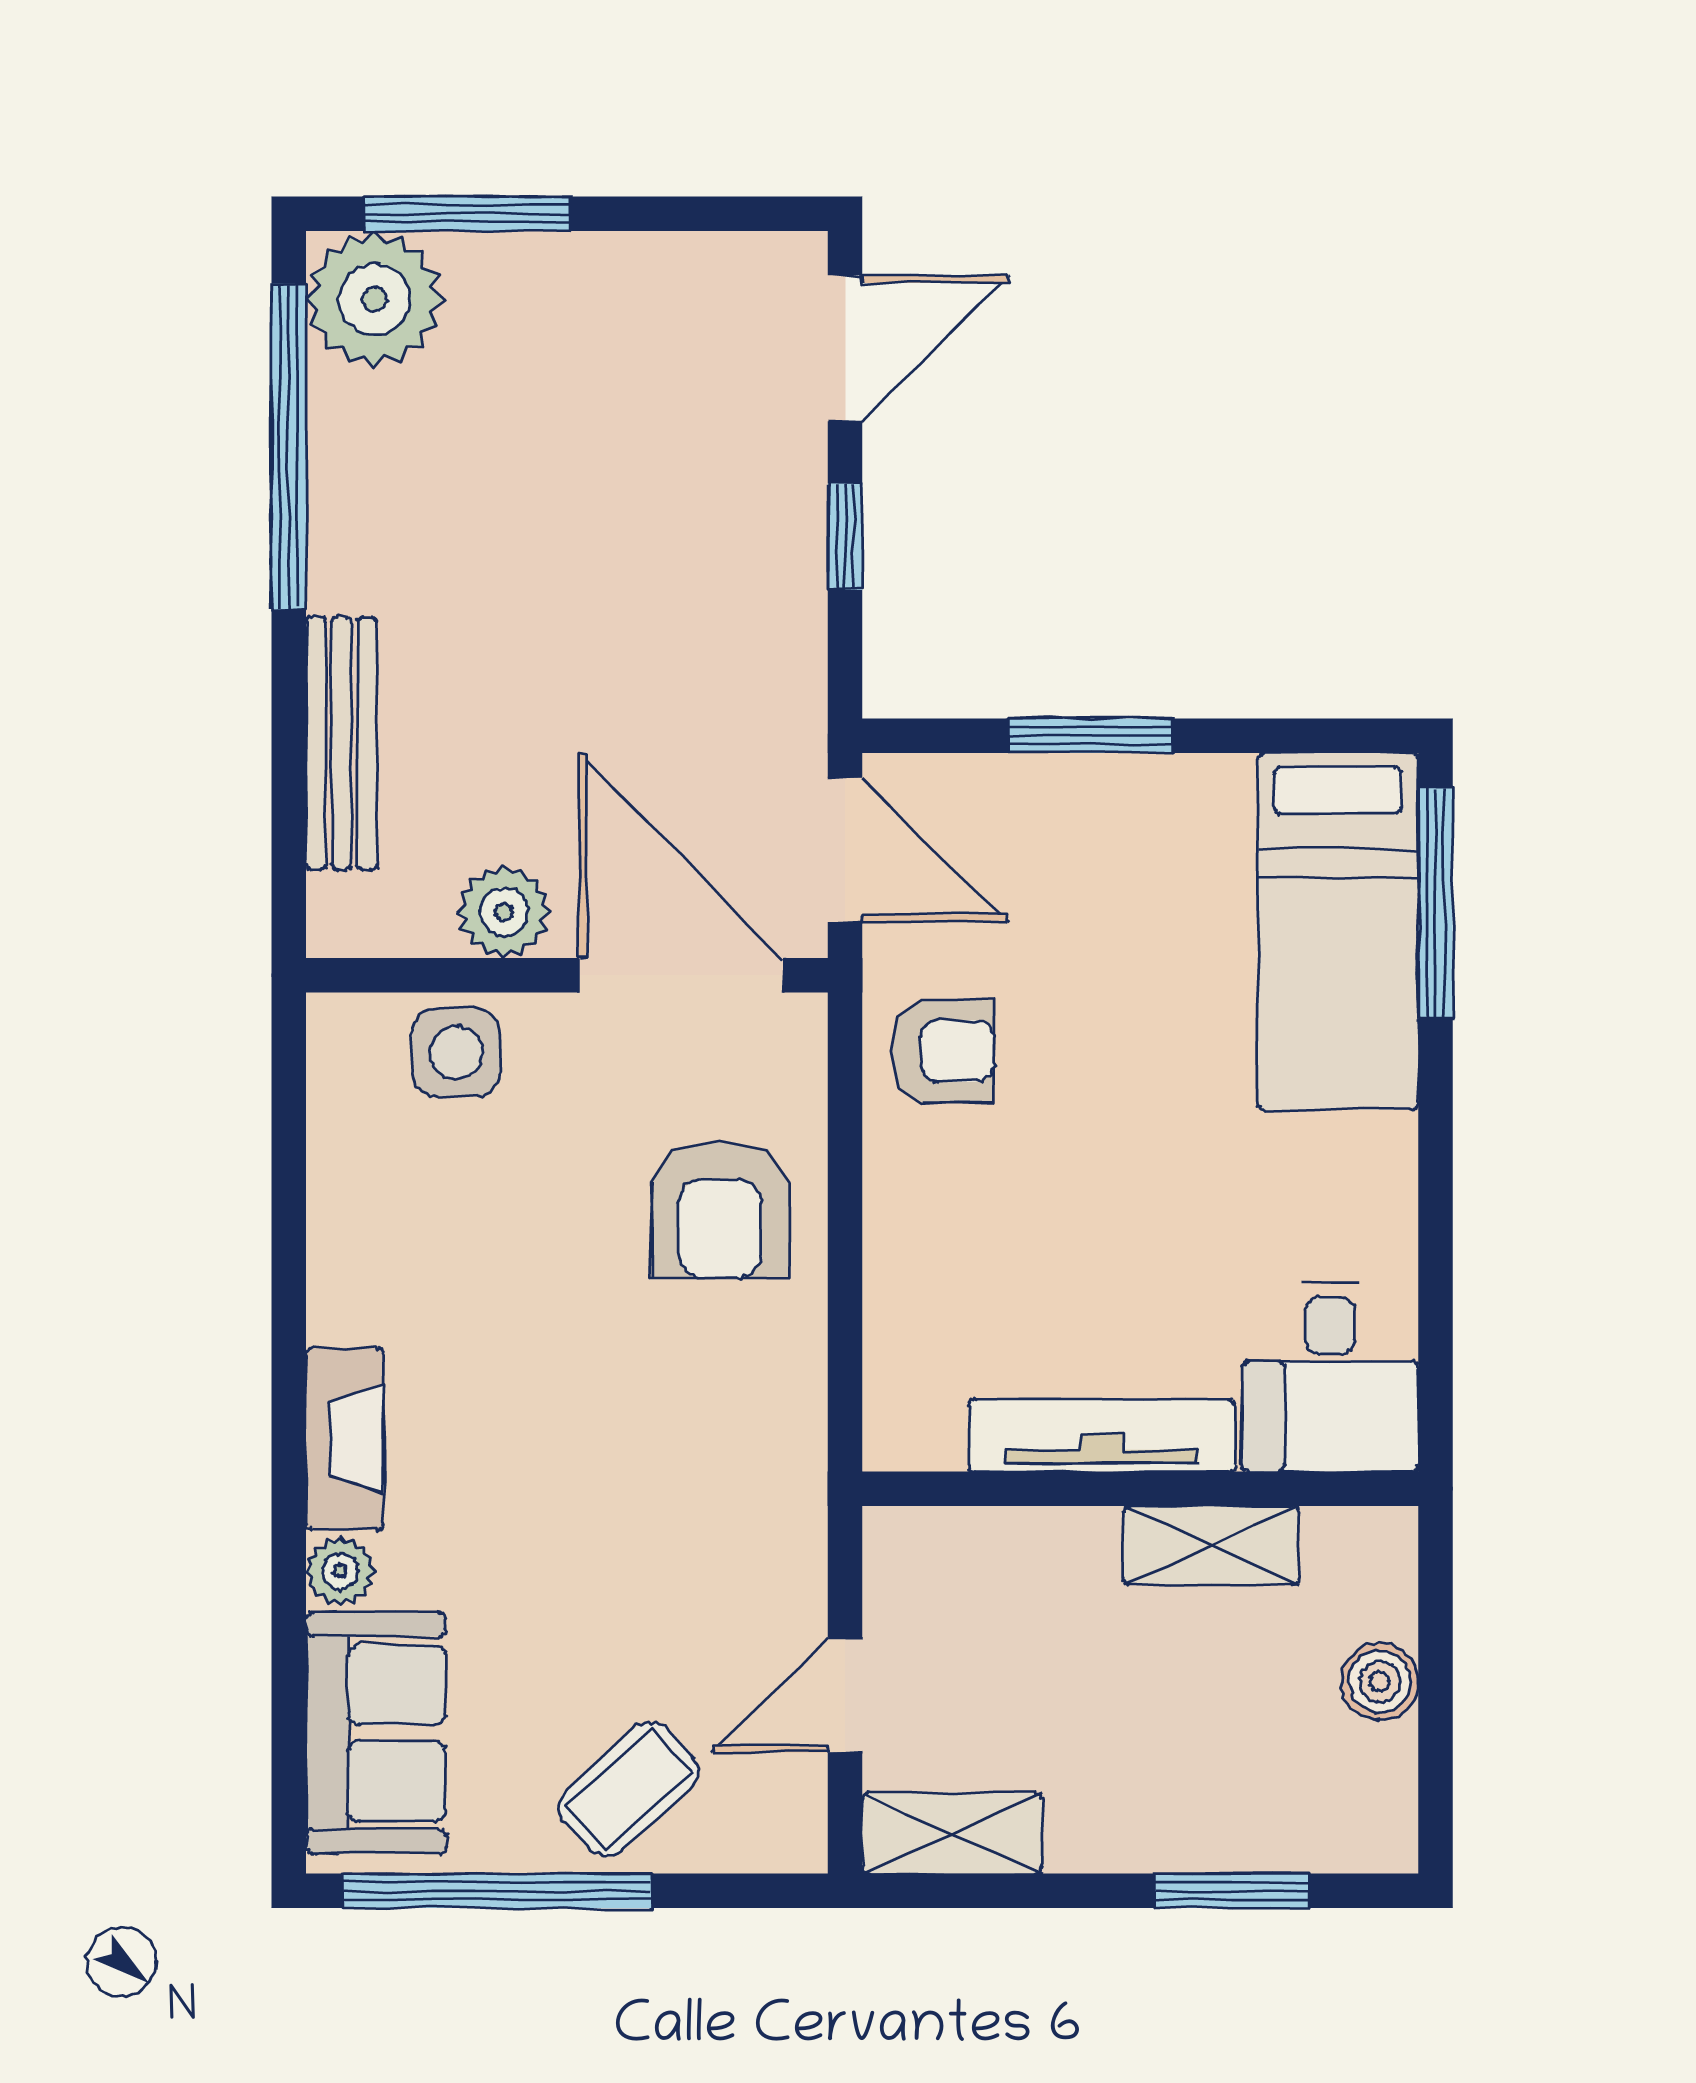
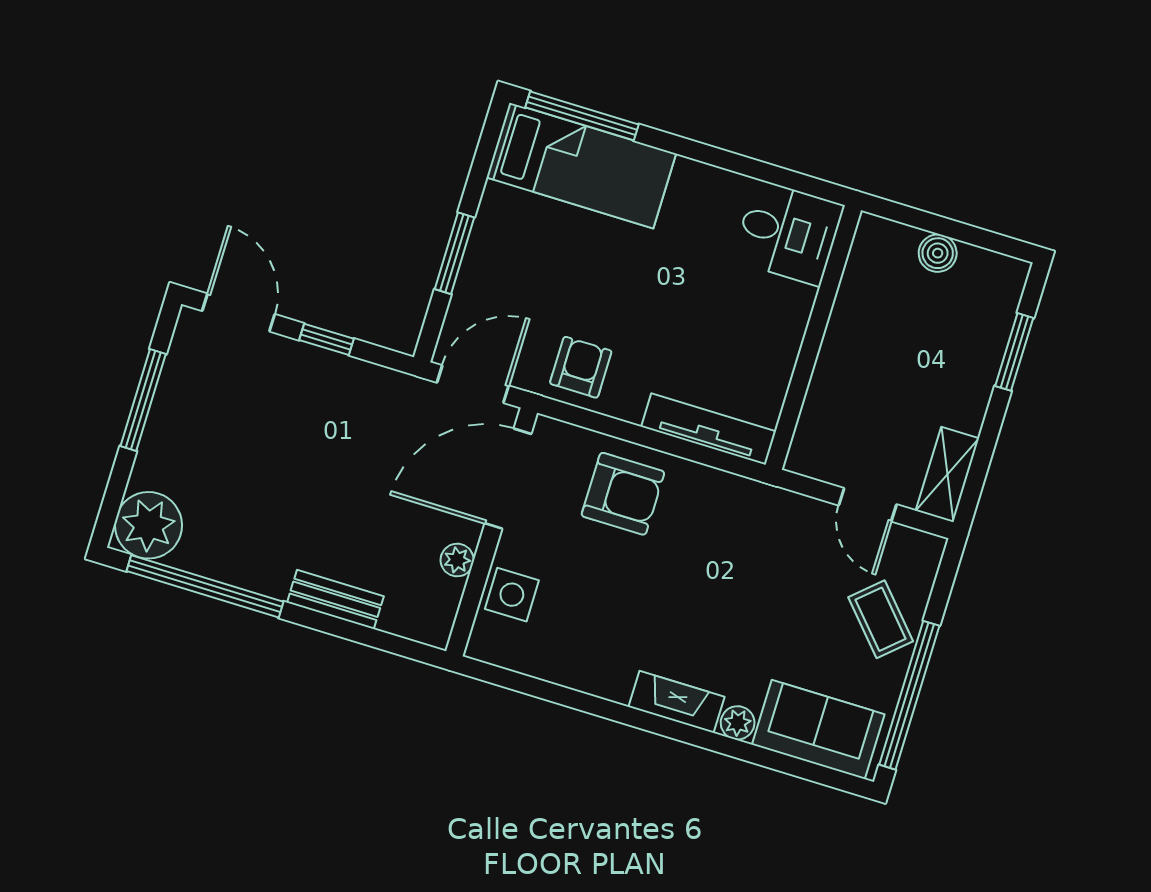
window: (467, 214) -> (143, 400), moved
bench: (341, 743) -> (335, 599), width x0.73
plant: (504, 912) -> (457, 560), width x0.73, depth x0.73
tv unit: (1102, 1435) -> (709, 429), moved, turned 90
shelving: (1211, 1545) -> (850, 312), removed

